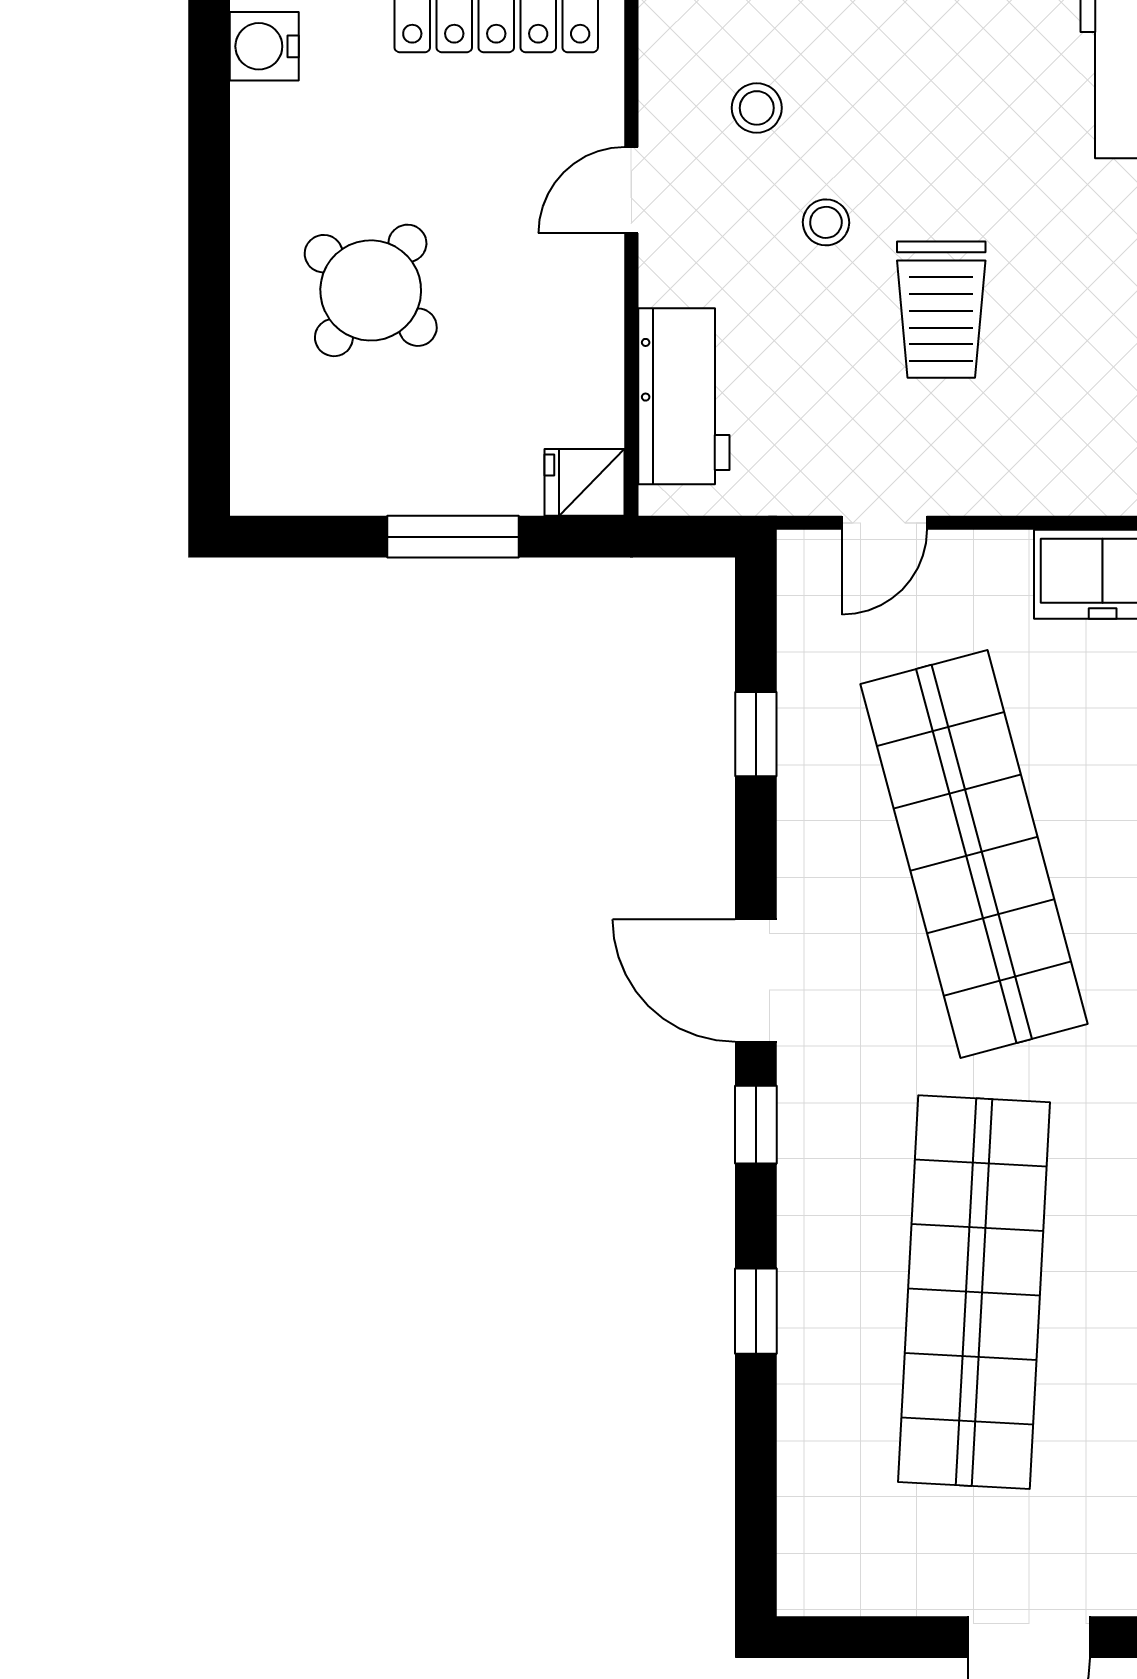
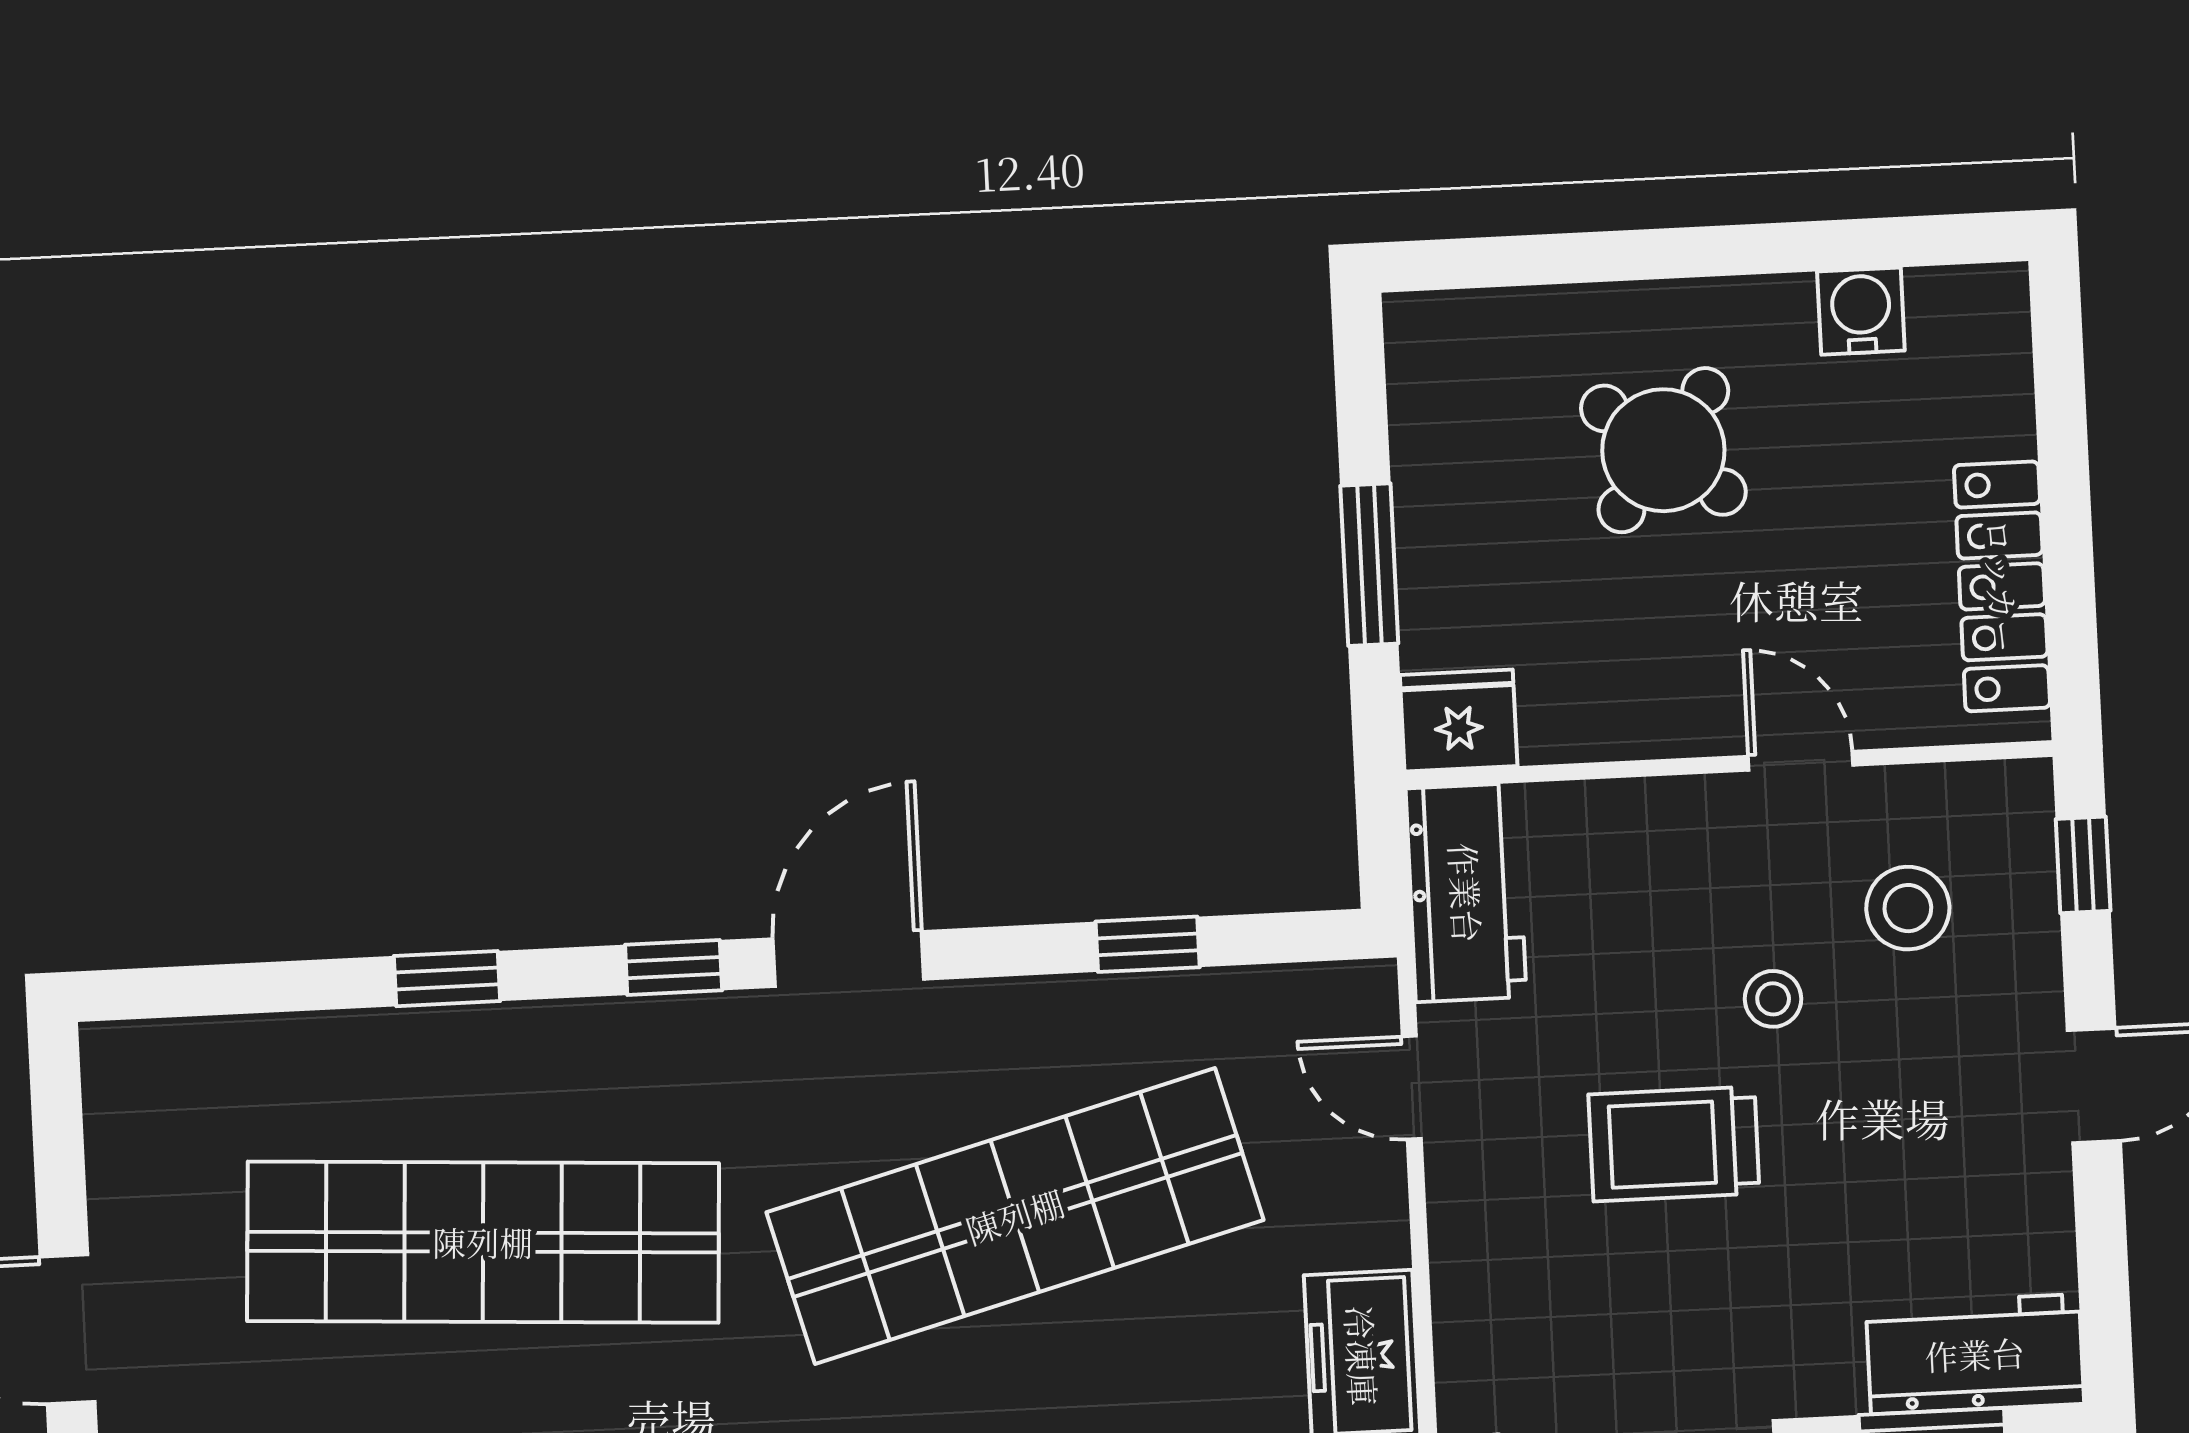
water cooler: (264, 46) -> (1861, 311), moved
stool: (757, 108) -> (1908, 908), width x1.37, depth x1.37
workbench: (684, 396) -> (1466, 893), moved, turned -90
fridge: (585, 482) -> (1459, 720), width x1.38

